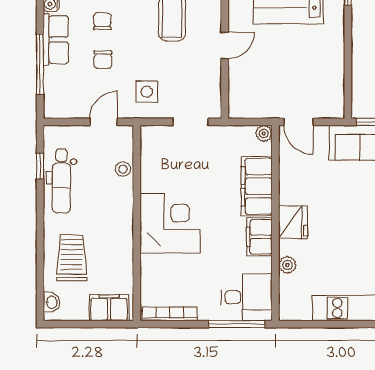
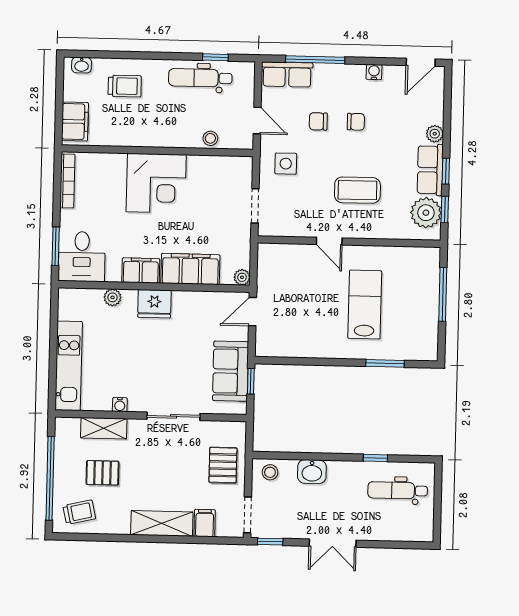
row of seats: (56, 40) -> (287, 74), moved
trolley: (72, 258) -> (125, 86), width x0.73, depth x0.72
window: (237, 324) -> (56, 246), width x0.69

